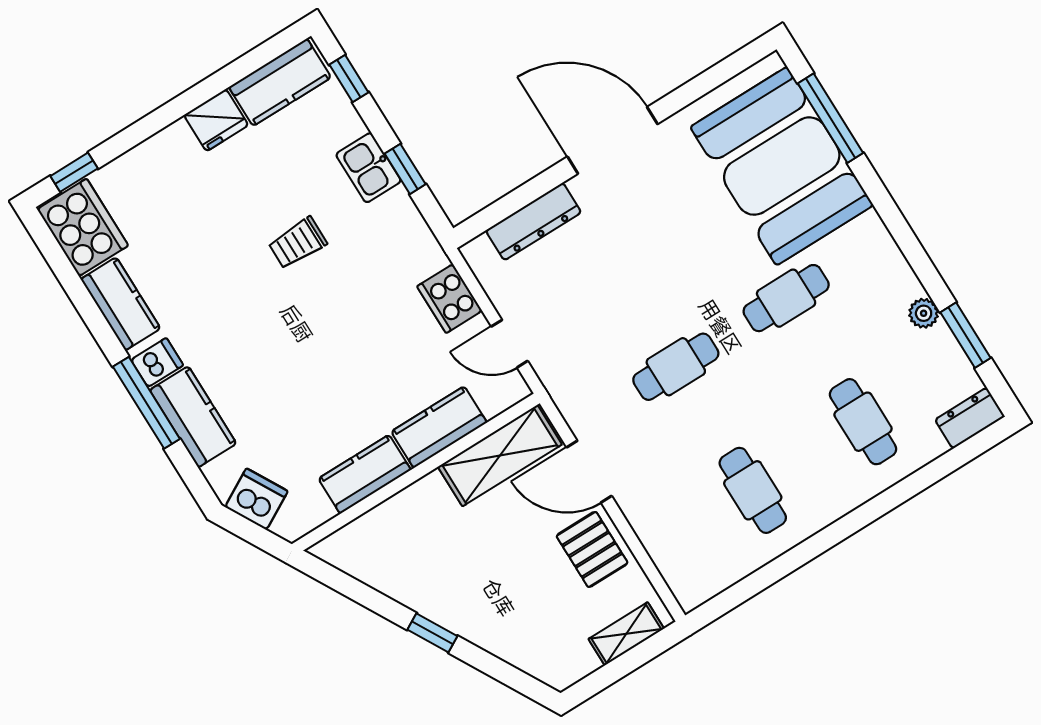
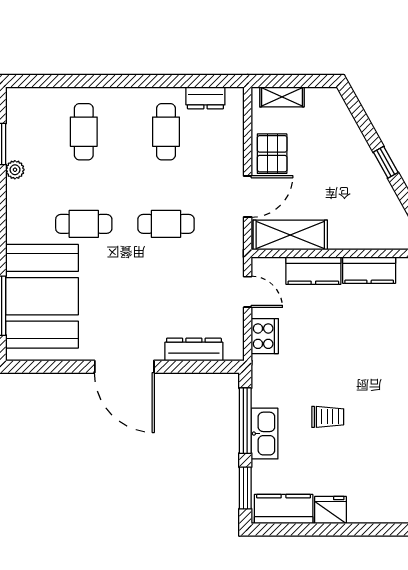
window: (349, 79) -> (245, 488), width x1.50
kitchen sink: (368, 168) -> (265, 434), width x1.38
window: (405, 169) -> (245, 421), width x2.17
dresser: (970, 418) -> (205, 98), moved
door: (589, 472) -> (248, 197), hinge flipped

